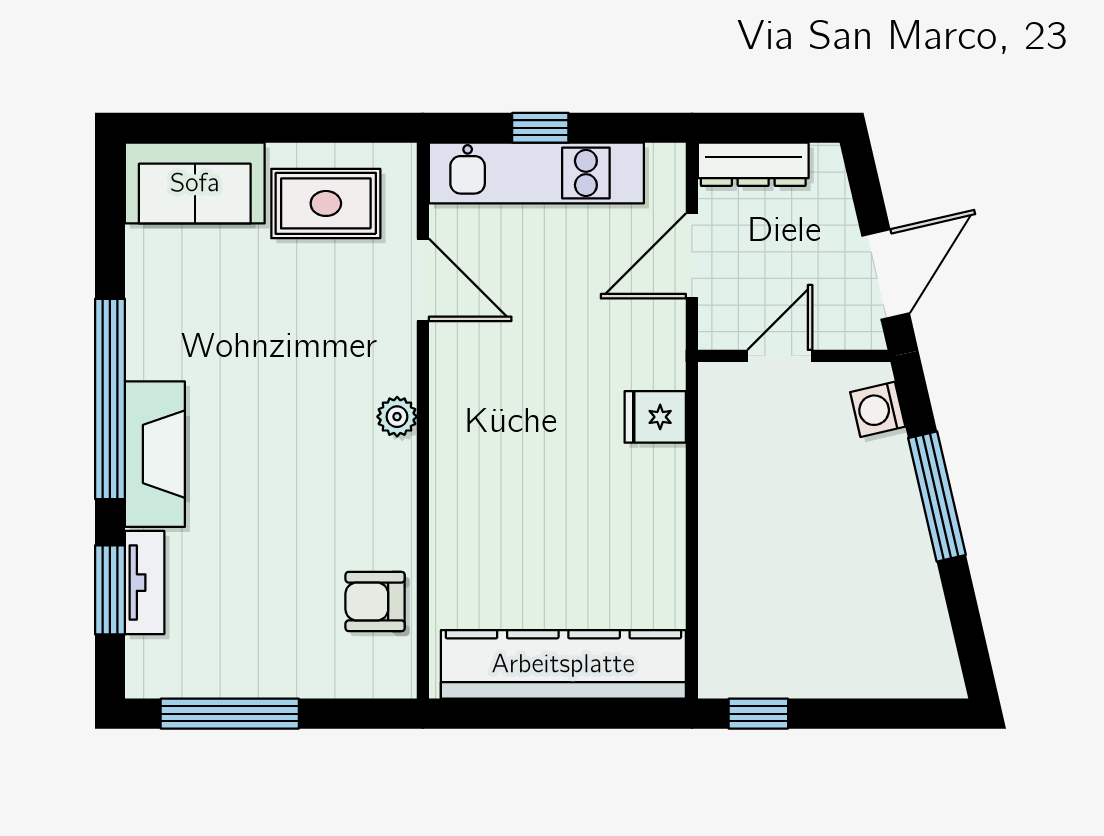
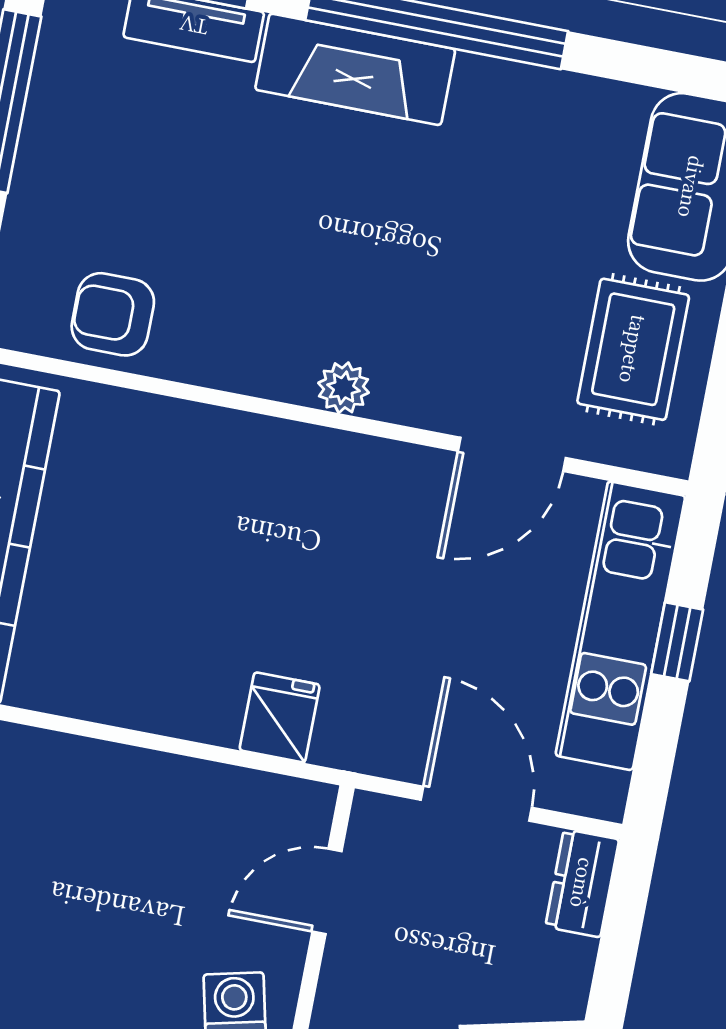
dresser: (753, 164) -> (582, 883), width x0.70
door: (780, 356) -> (327, 891), swing flipped
armchair: (375, 601) -> (113, 314), turned -90

